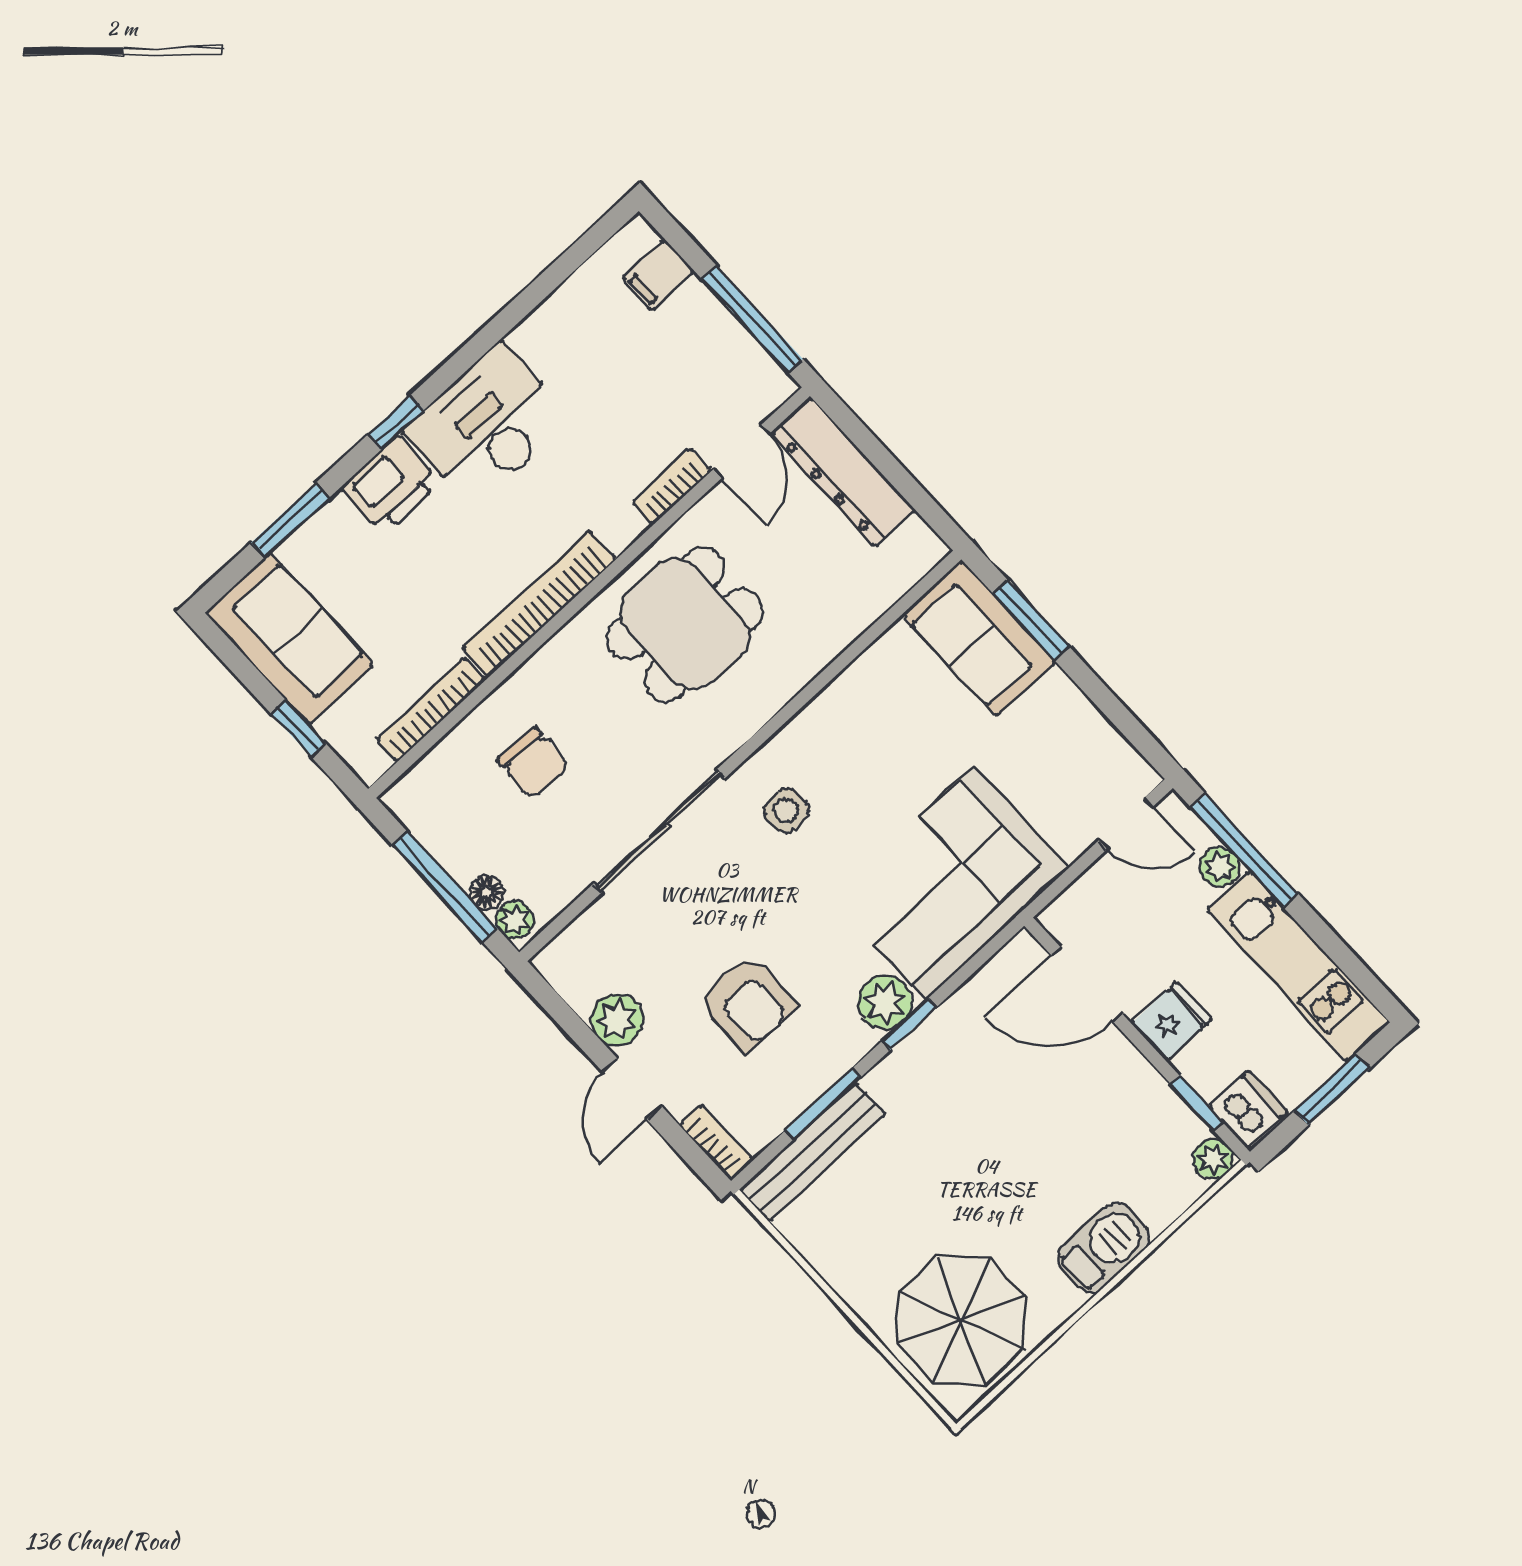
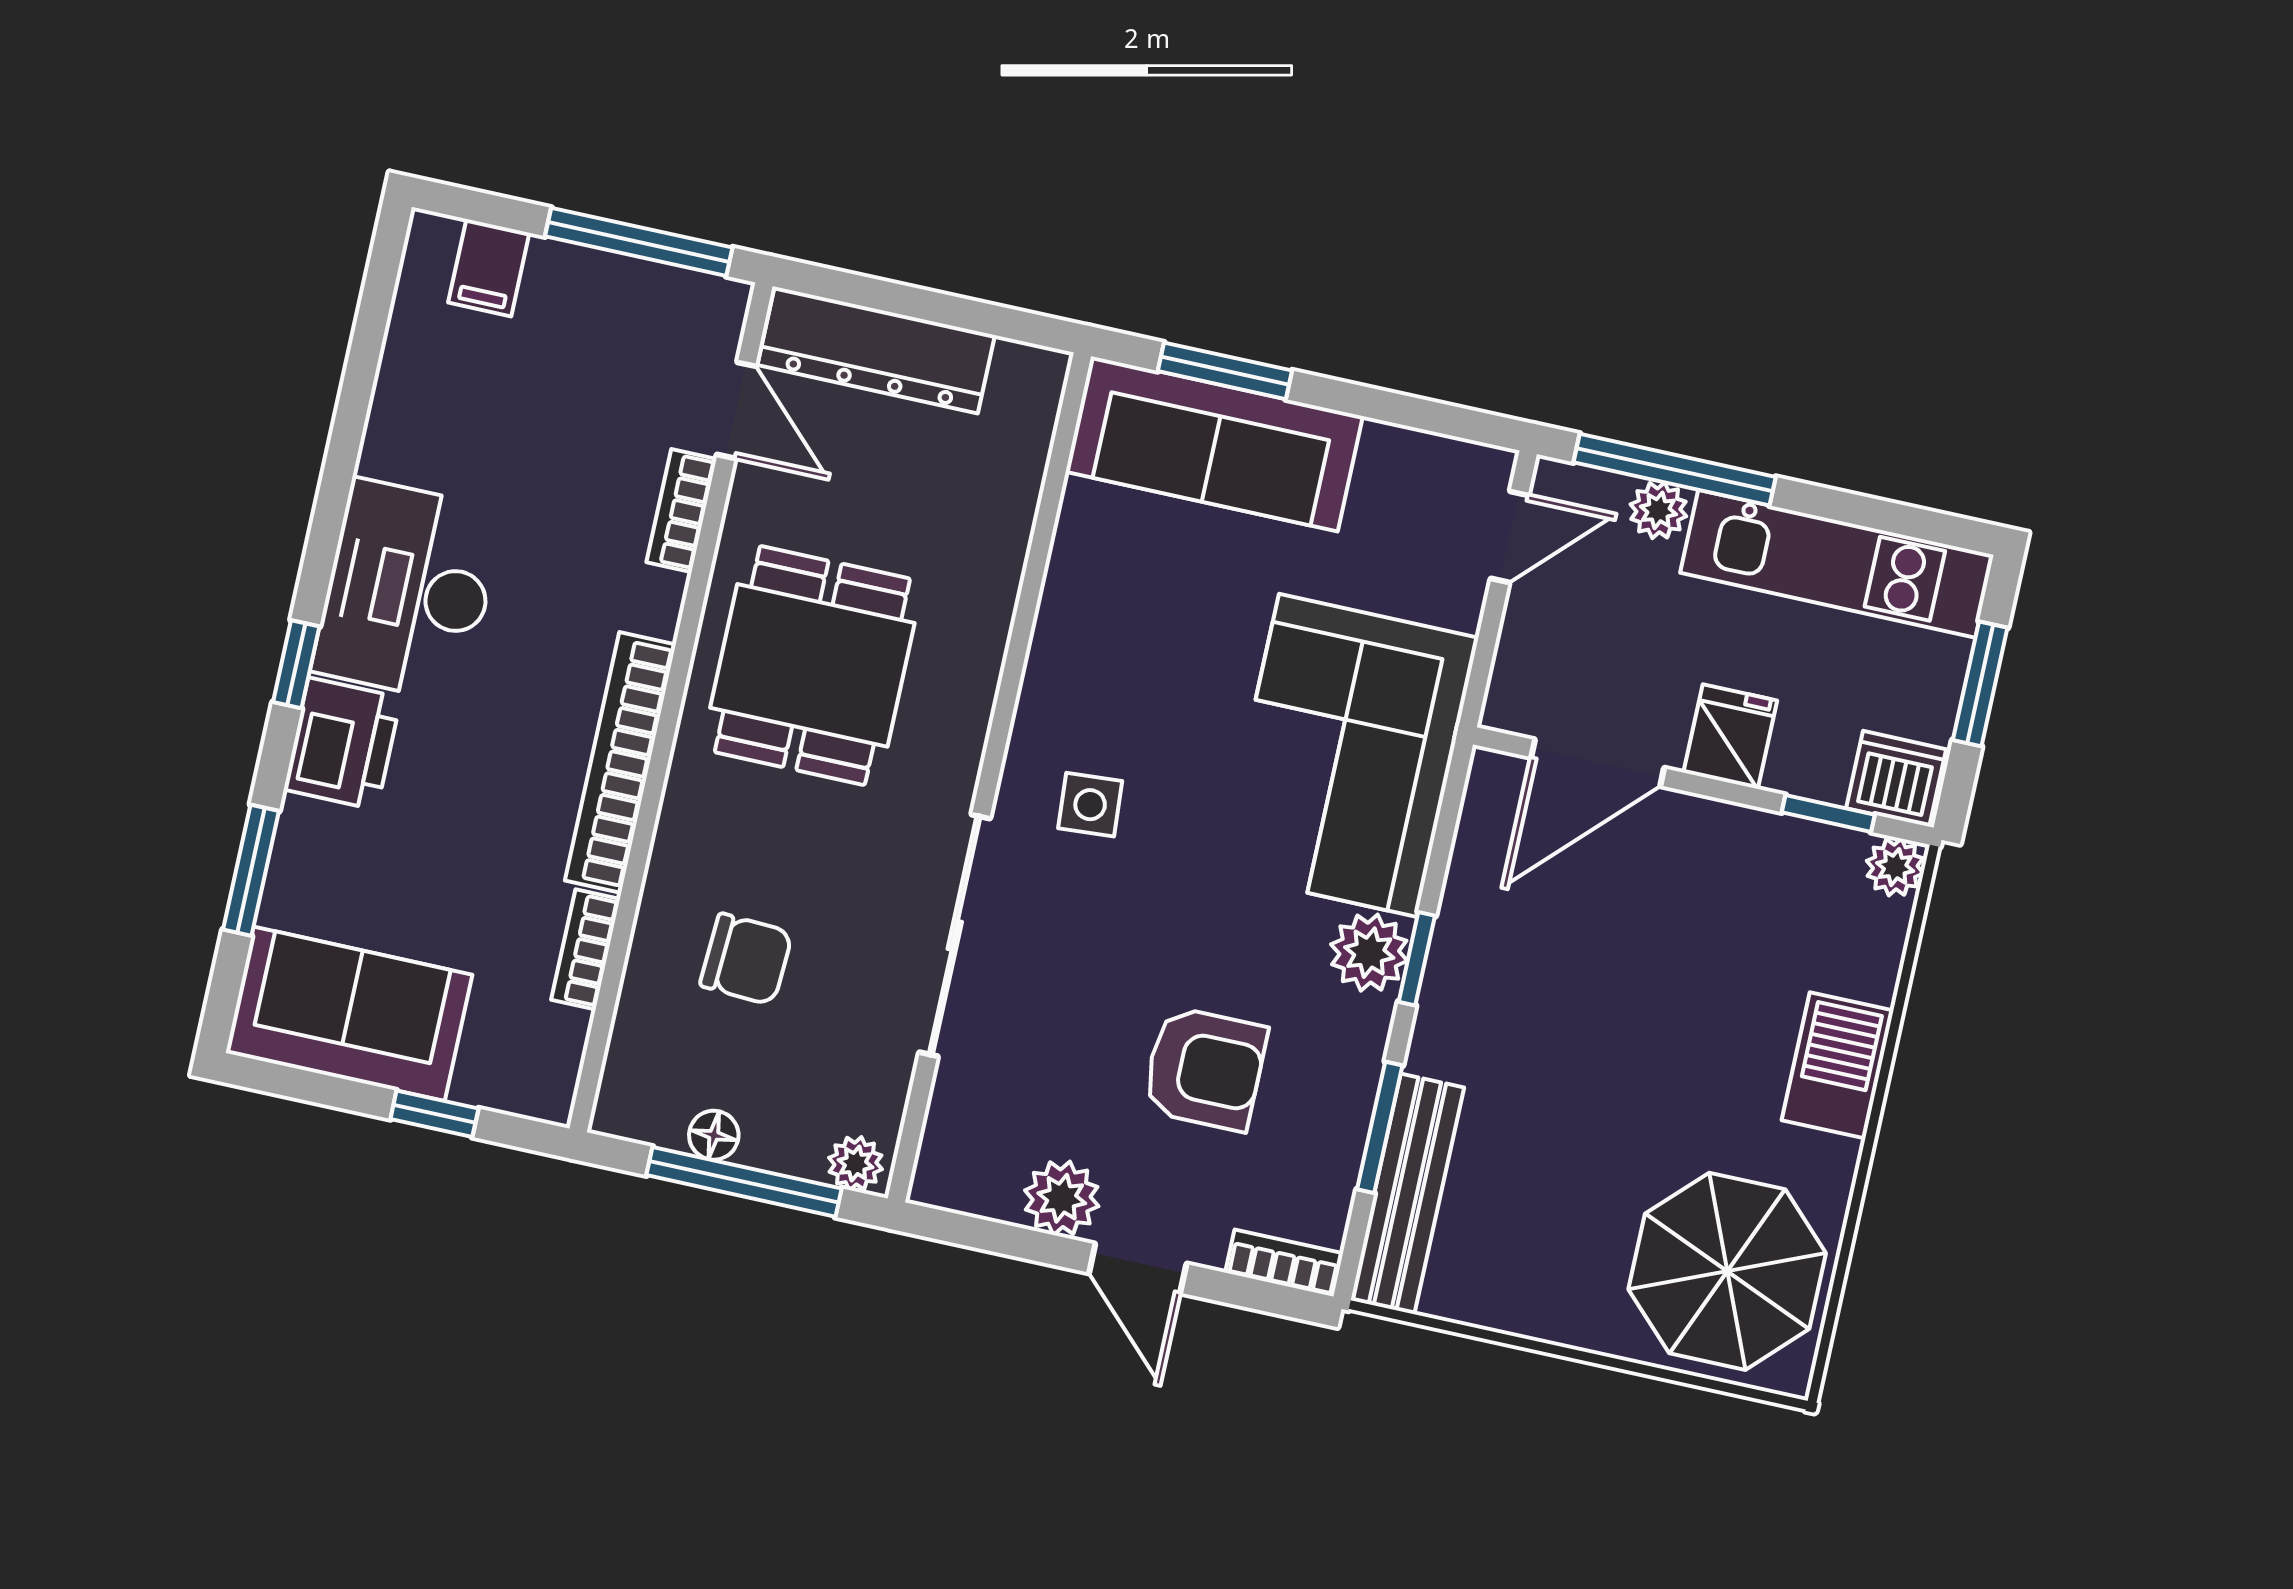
sofa: (979, 638) -> (1214, 444), width x1.36
bookcase: (431, 710) -> (586, 949), width x0.64
floor lamp: (487, 892) -> (714, 1135), moved

